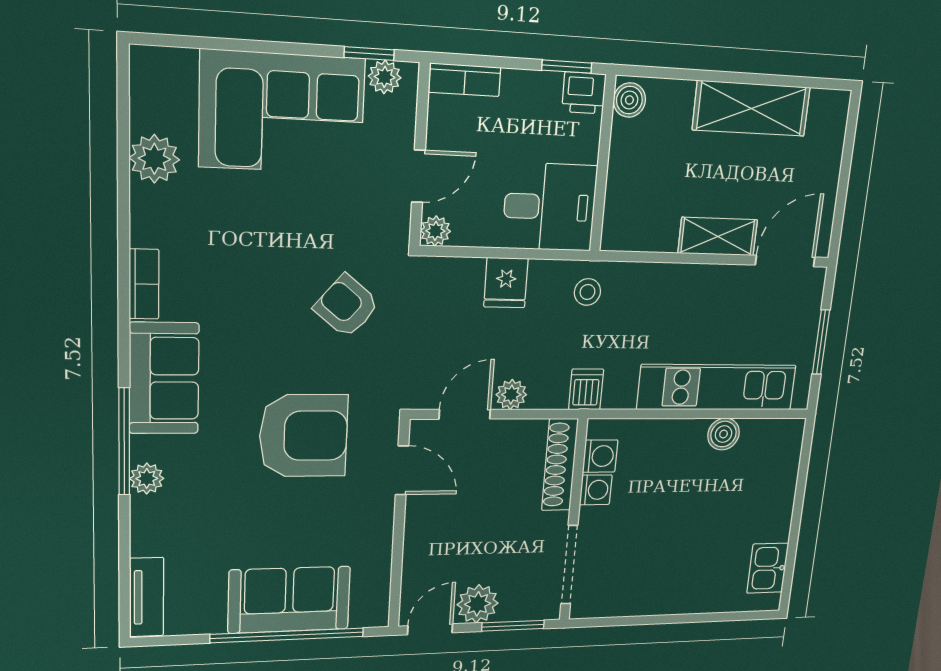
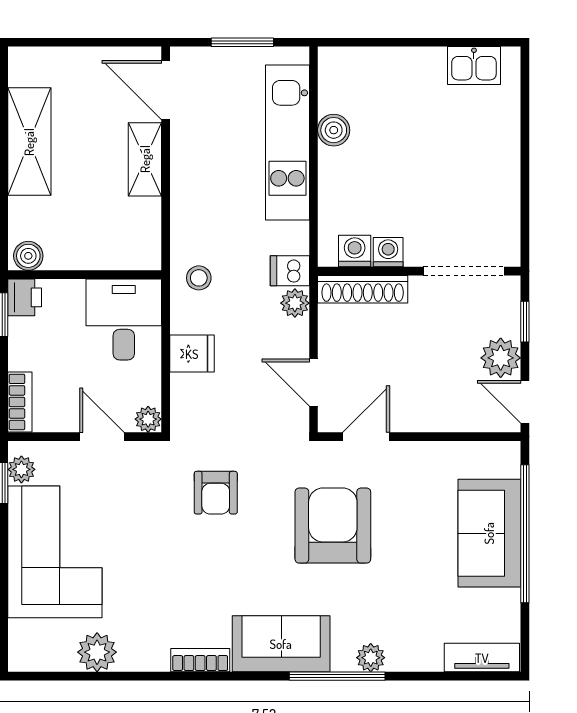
armchair: (347, 306) -> (216, 493), turned -40
plant: (511, 395) -> (295, 303), moved
window: (513, 626) -> (525, 322), width x0.67

